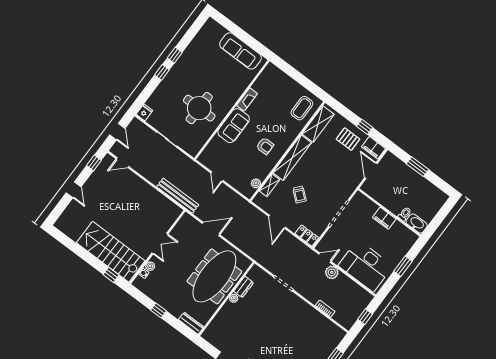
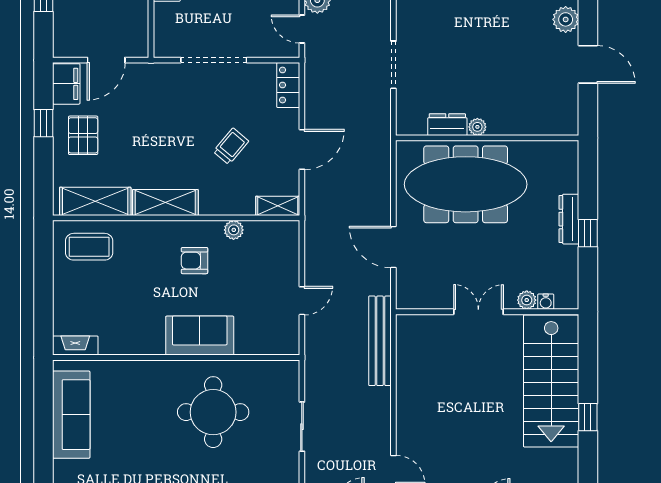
fireplace: (247, 99) -> (75, 346), moved
armchair: (265, 146) -> (195, 261), turned -90
shelving: (292, 158) -> (165, 203), width x0.68
plant: (256, 183) -> (234, 230), moved
shelving: (269, 185) -> (278, 206), moved
window: (111, 275) -> (588, 417), moved
dresser: (191, 323) -> (569, 219), moved

